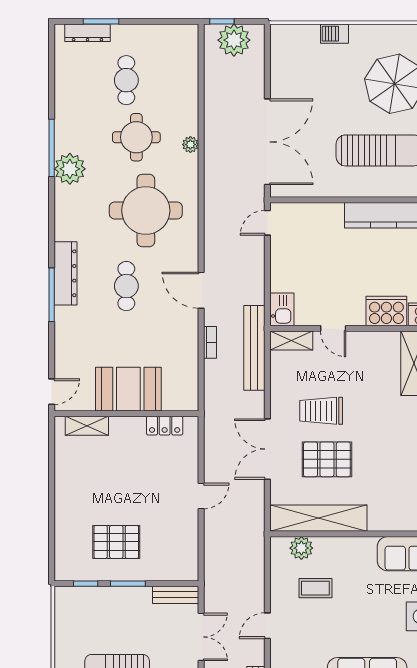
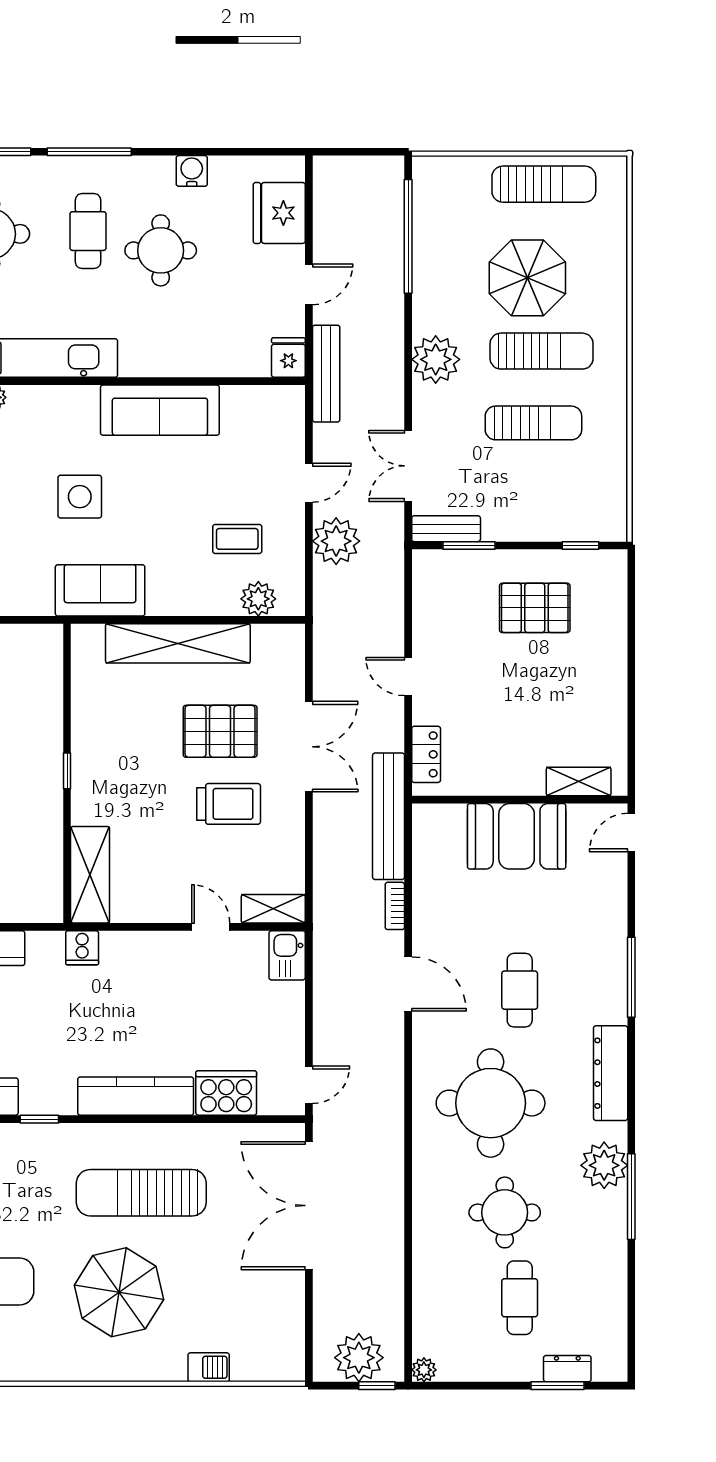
dresser: (88, 33) -> (567, 1369), width x0.70
plant: (190, 145) -> (424, 1370), moved
dresser: (65, 273) -> (611, 1073), moved
cooker: (386, 311) -> (226, 1093), moved, turned 180
bench: (254, 348) -> (389, 816), moved
locker: (165, 426) -> (426, 754), moved, turned 90
door: (201, 496) -> (408, 677), hinge flipped
shelving: (318, 518) -> (178, 643), moved
window: (128, 584) -> (469, 545), moved
plant: (249, 587) -> (336, 541), added

